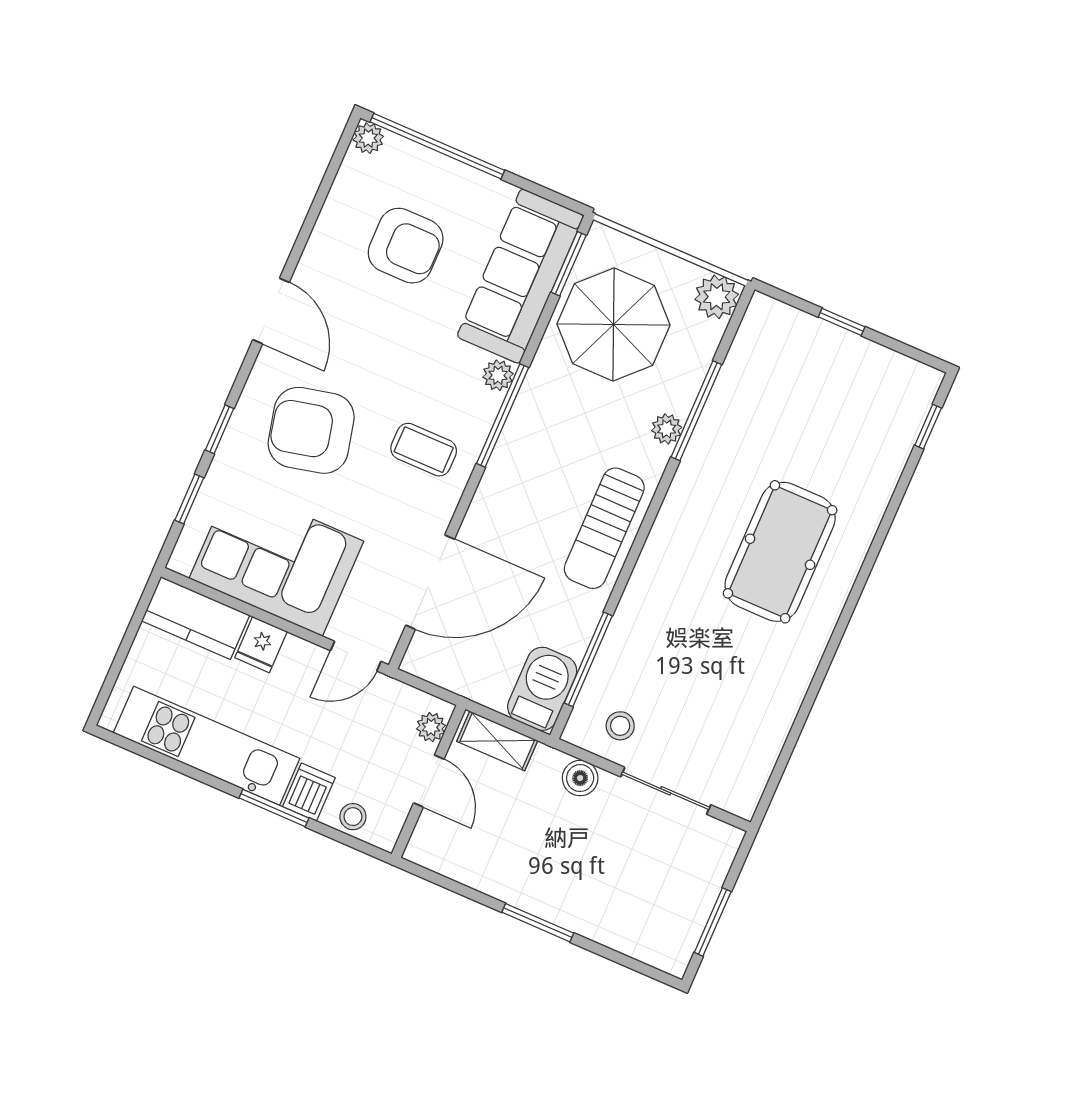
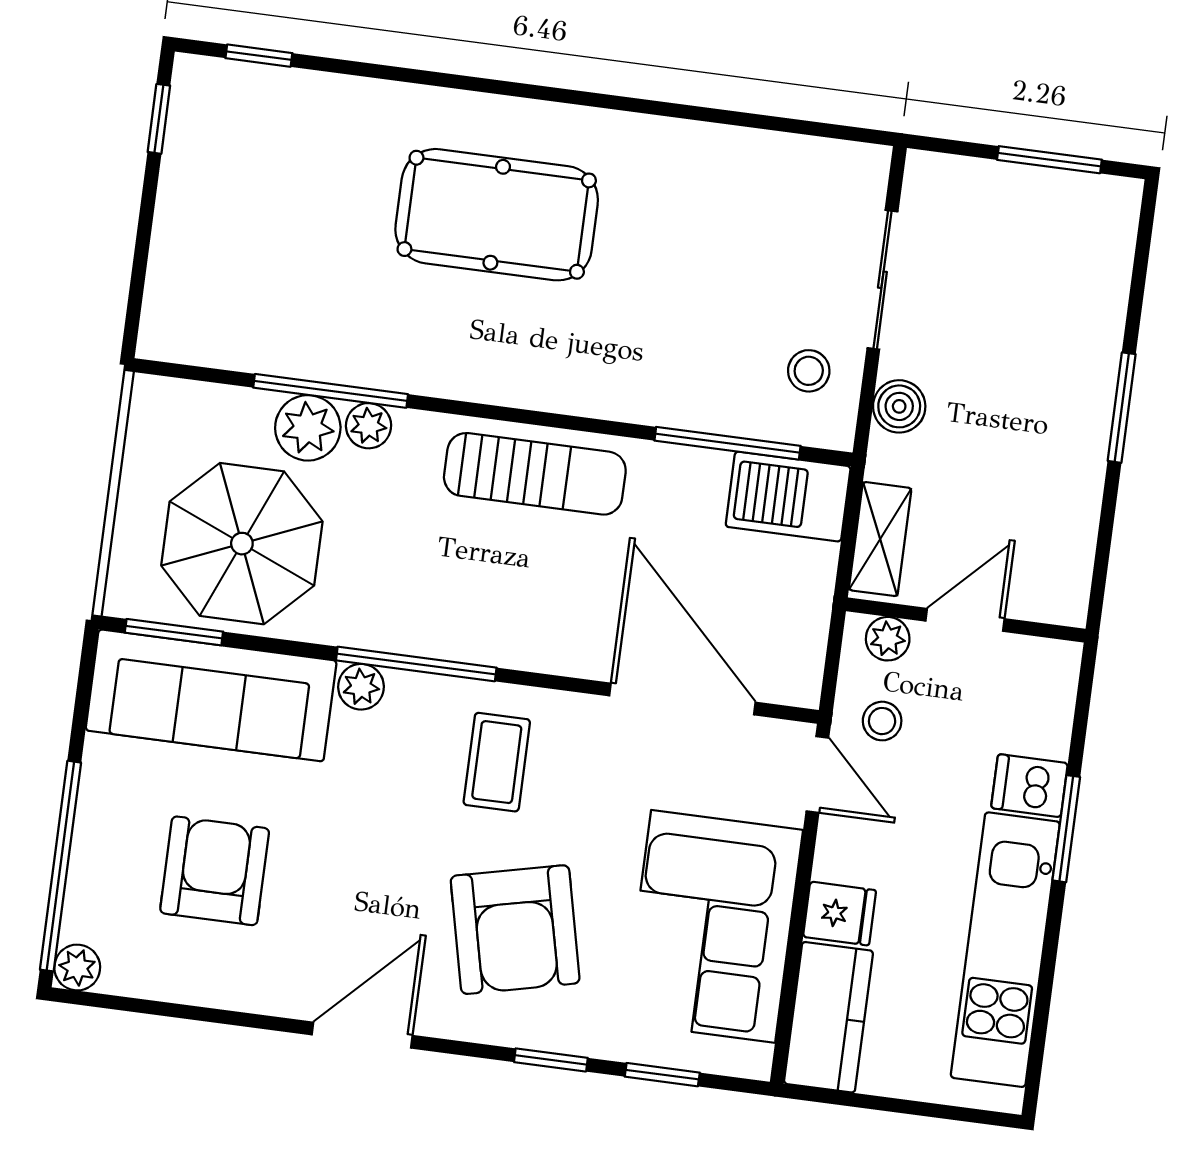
plant: (717, 297) -> (308, 428), moved
window: (842, 322) -> (159, 119), moved
stool: (353, 817) -> (882, 721), moved

